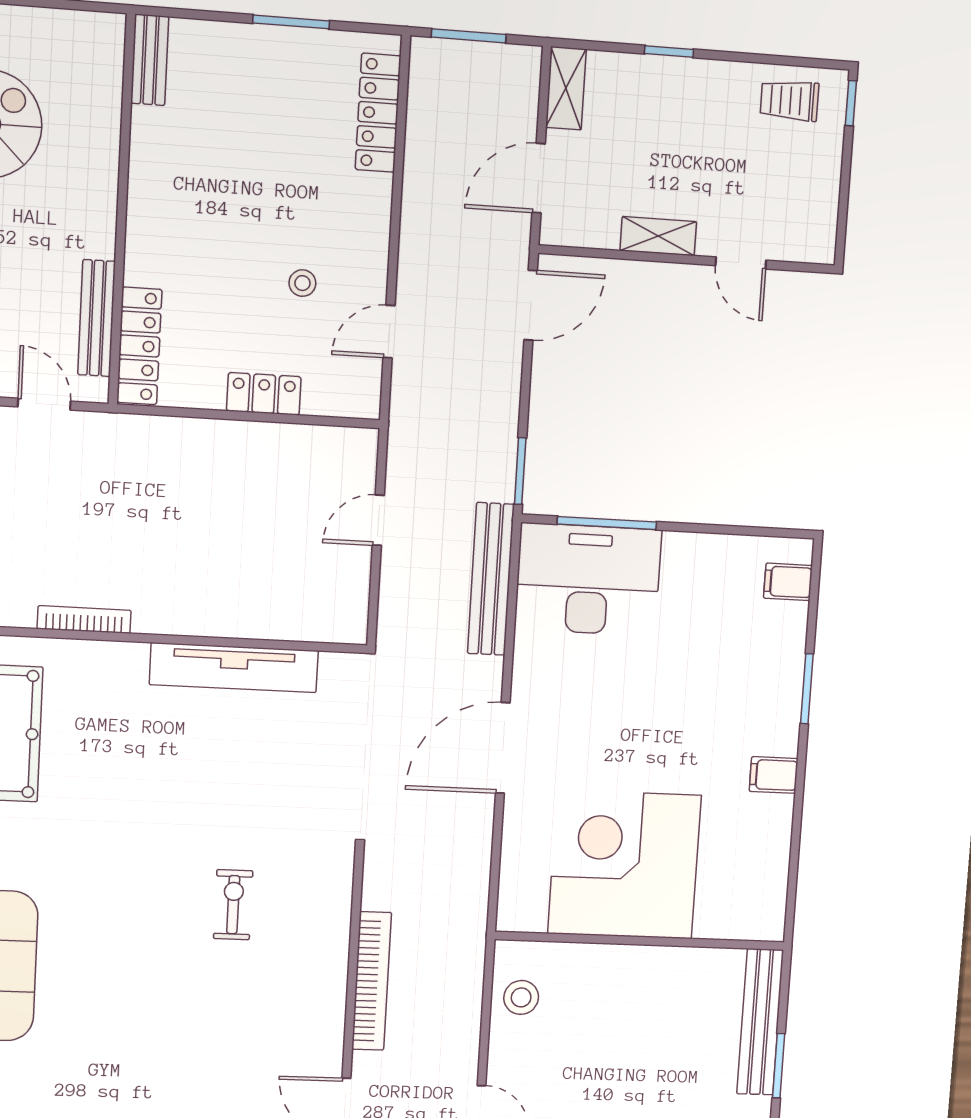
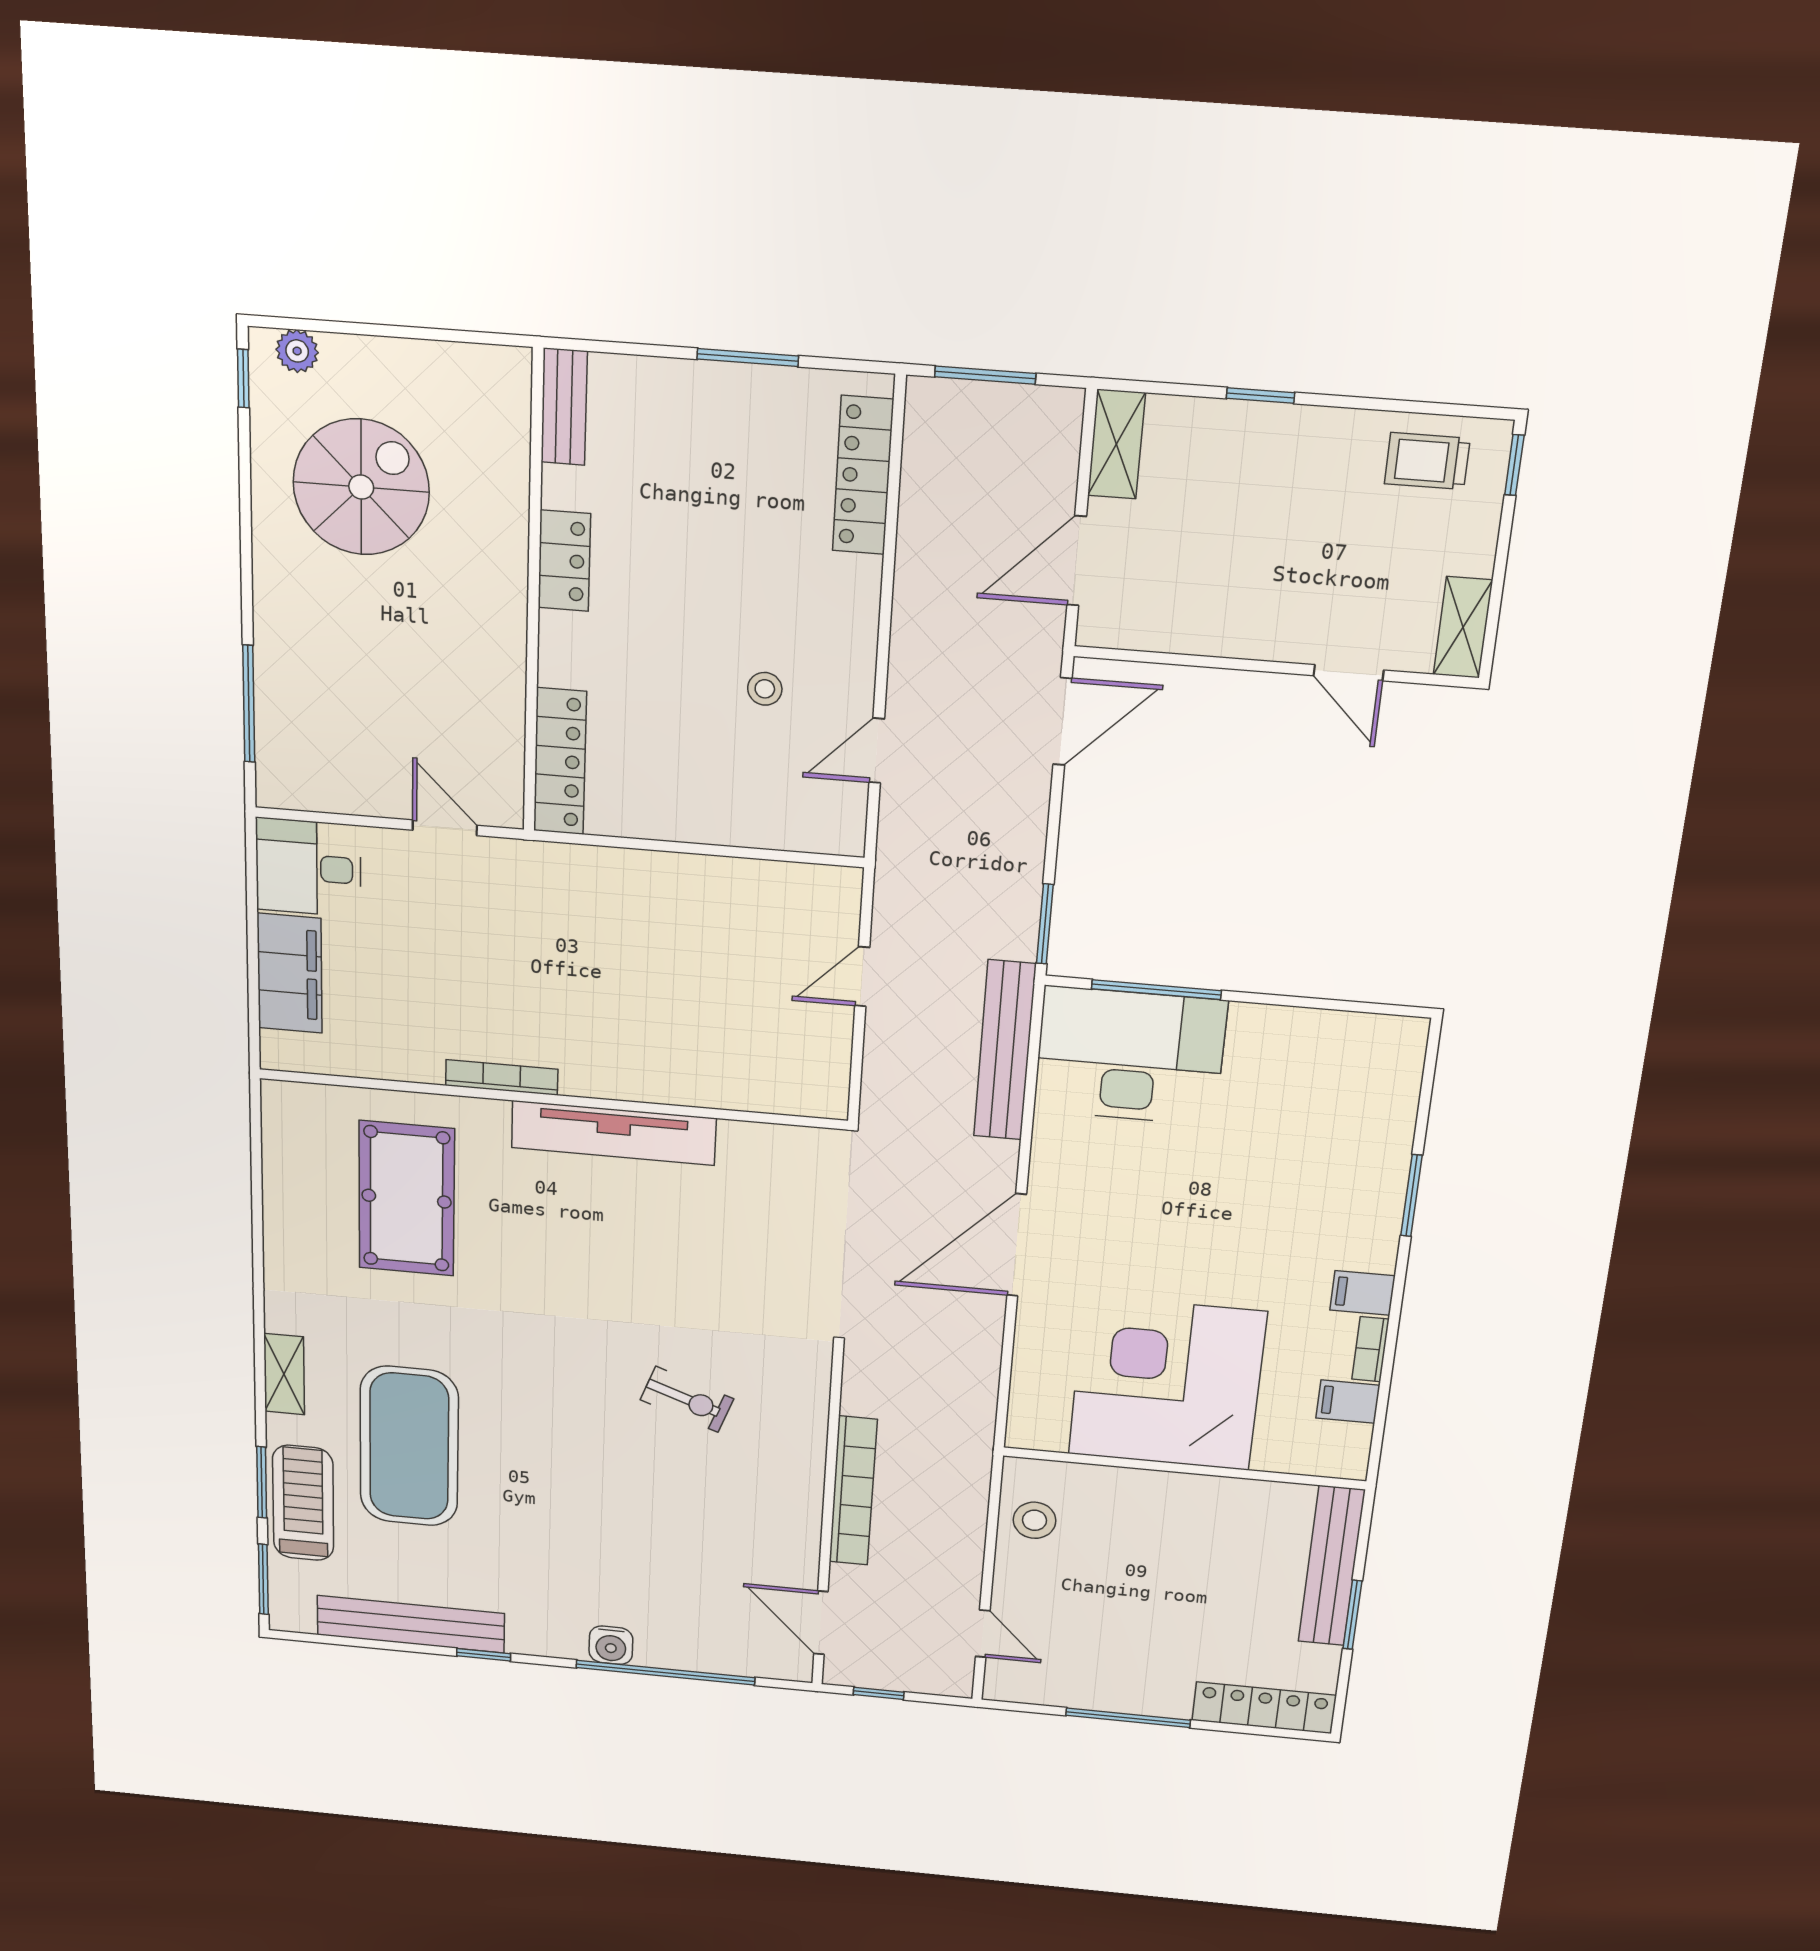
shelving: (658, 236) -> (1463, 627), moved, turned 90
bench: (97, 318) -> (506, 727), removed
locker: (264, 394) -> (564, 561), moved, turned 90
filing cabinet: (788, 582) -> (1348, 1402), moved
tv unit: (234, 668) -> (614, 1133), moved
bookcase: (782, 824) -> (1370, 1349), added
exercise bike: (233, 905) -> (687, 1399), turned 110

